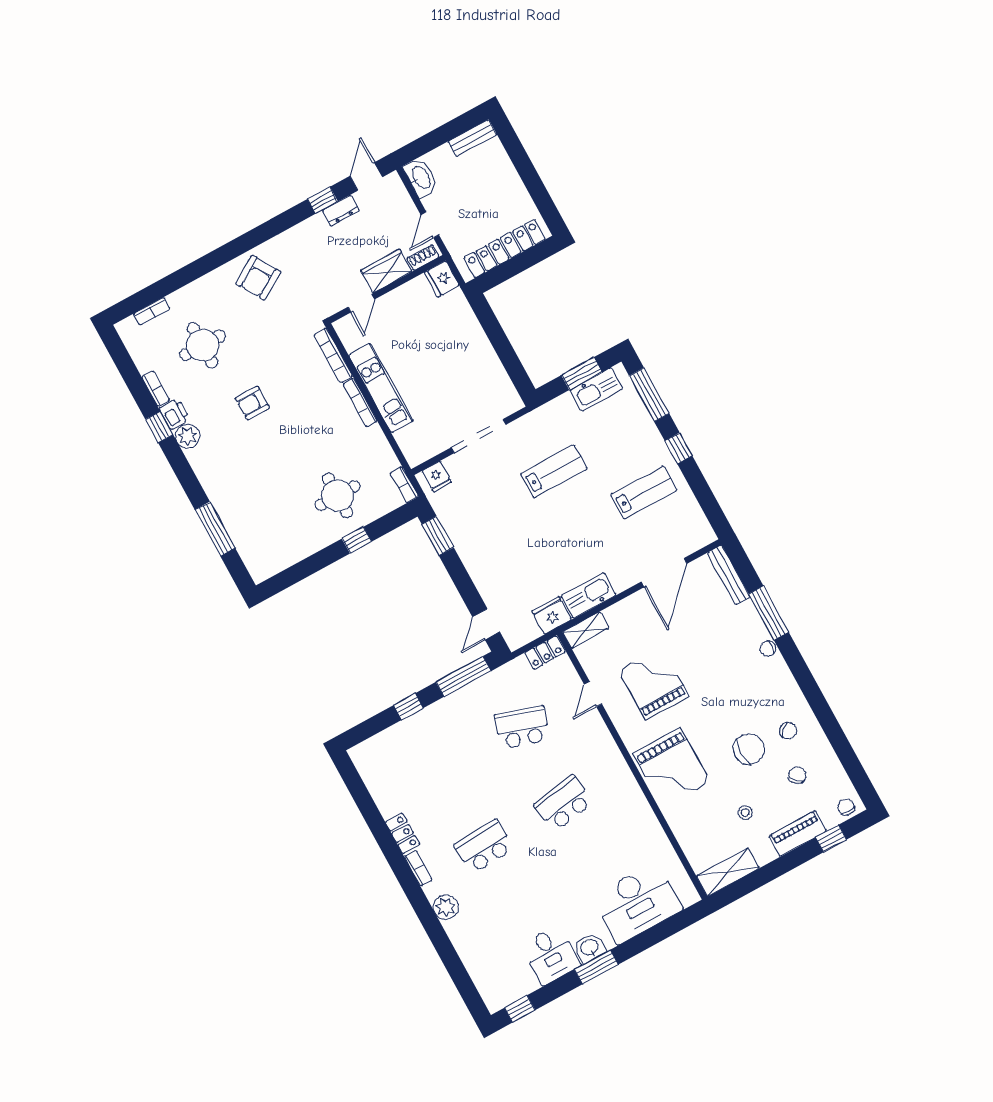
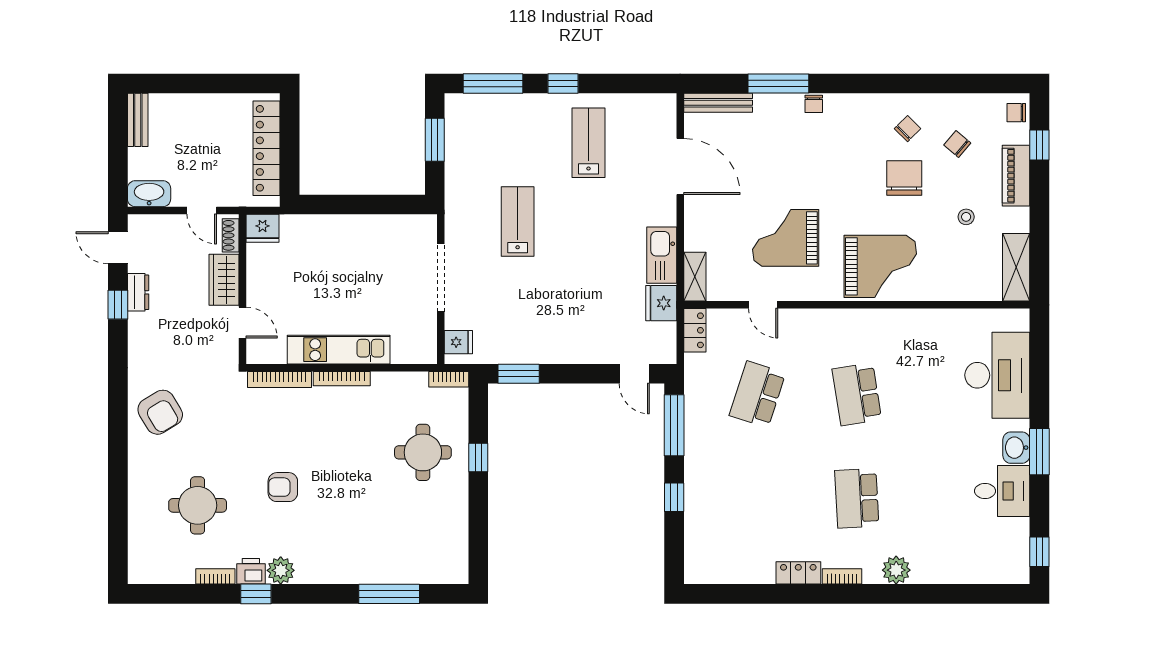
bookcase: (152, 311) -> (135, 538), removed
kitchen sink: (596, 389) -> (459, 134), removed
armchair: (252, 403) -> (283, 487), turned 90

